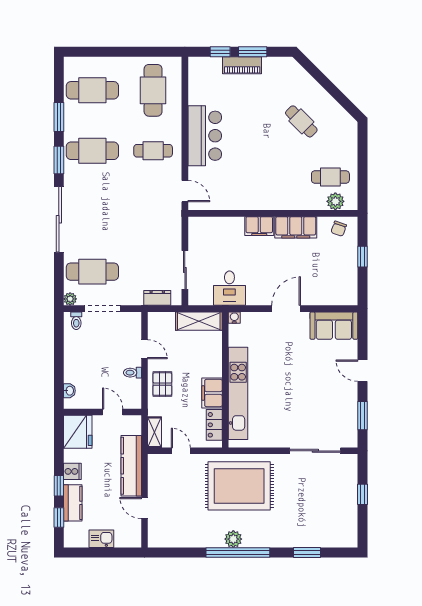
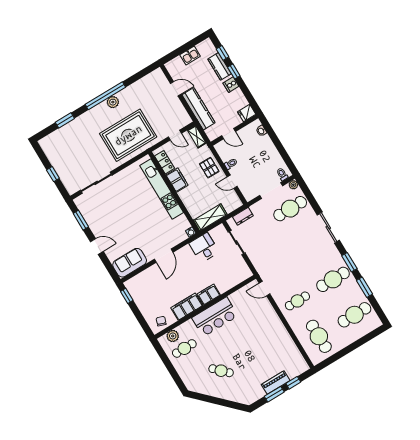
bar counter: (205, 136) -> (215, 317), moved, turned -90
sliding door: (59, 219) -> (328, 227), width x0.73
window: (363, 257) -> (127, 296), moved
fridge: (78, 432) -> (247, 113), width x0.53, depth x0.75

